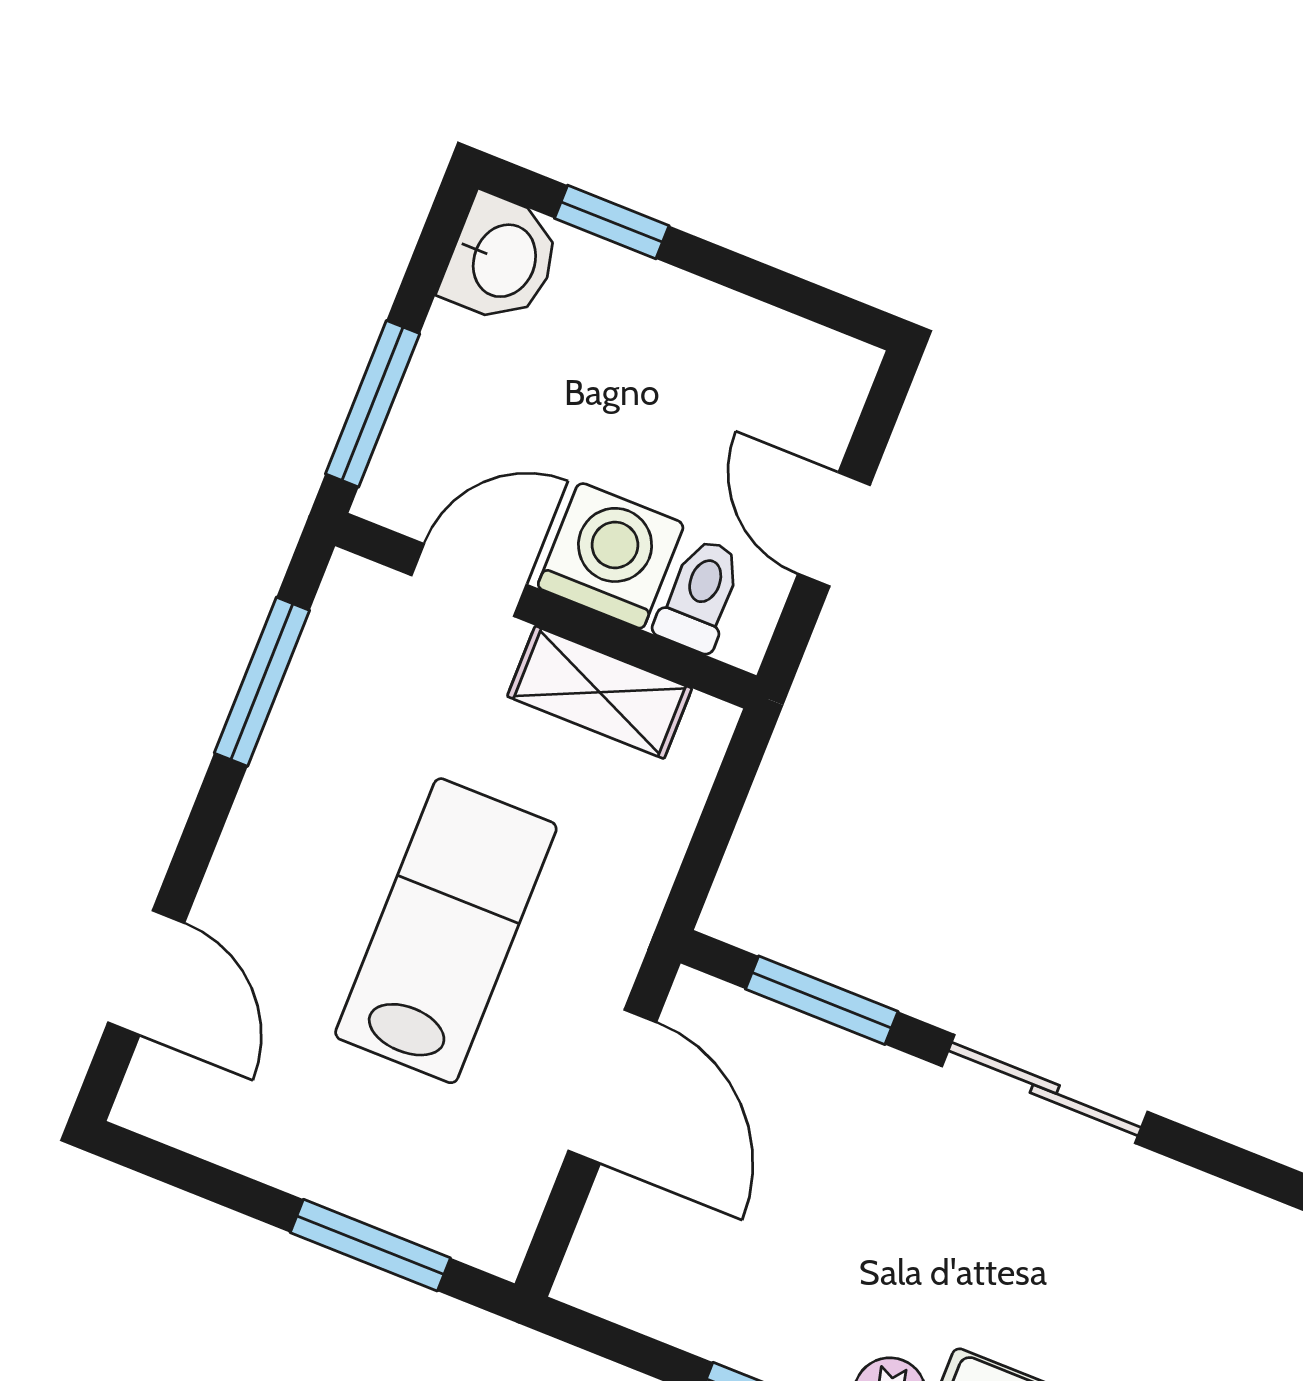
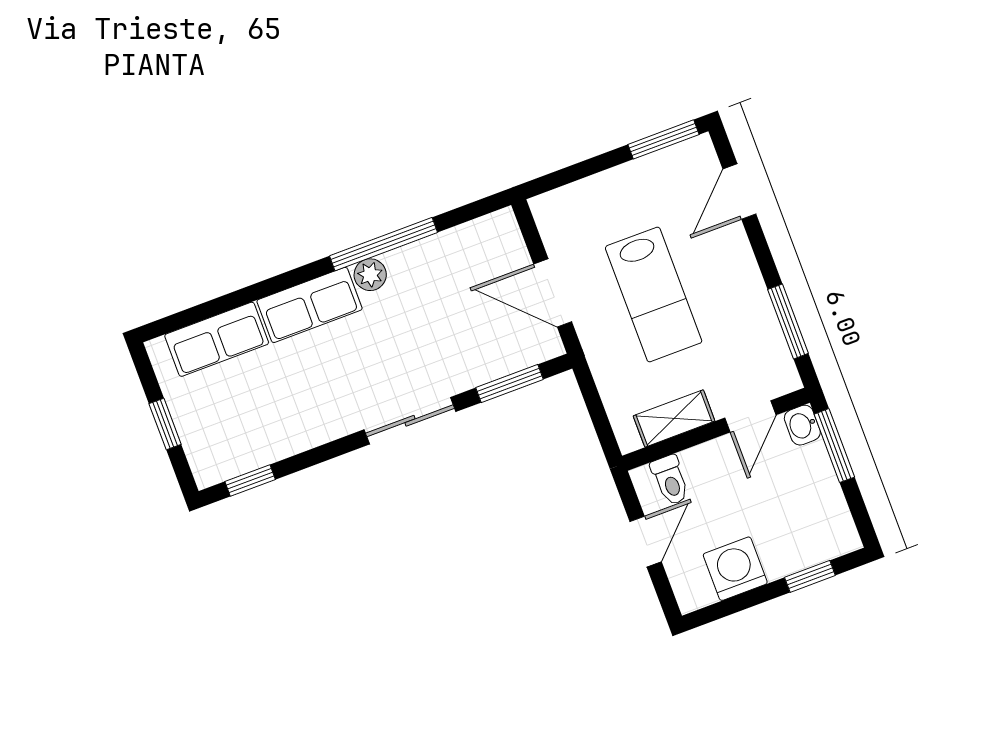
washbasin: (502, 260) -> (802, 425), moved, width x0.72, depth x0.69
door: (834, 529) -> (646, 542), hinge flipped
washing machine: (611, 556) -> (735, 569), moved, turned 180
door: (146, 973) -> (739, 191), hinge flipped
window: (370, 1245) -> (664, 139), moved

